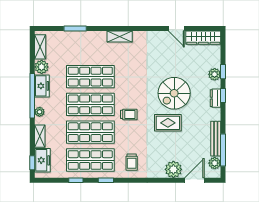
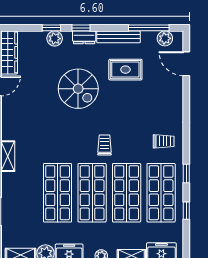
rug: (168, 123) -> (125, 70), moved, turned 90
bench: (216, 139) -> (118, 37), moved
plant: (173, 169) -> (173, 90), removed

